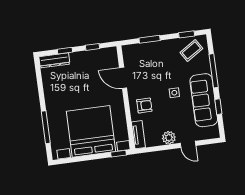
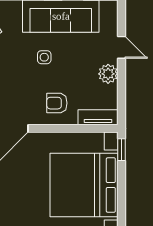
armchair: (144, 105) -> (57, 103), turned -90
door: (188, 144) -> (121, 47), hinge flipped

